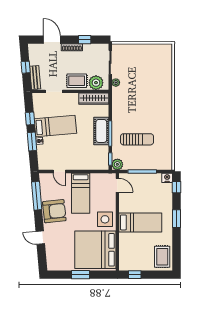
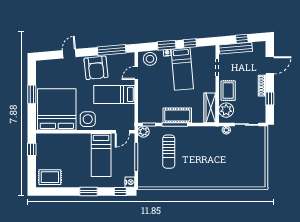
bench: (35, 78) -> (236, 48), width x1.36
stool: (45, 158) -> (150, 59), added
bed: (140, 222) -> (101, 155), moved

